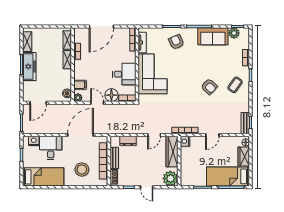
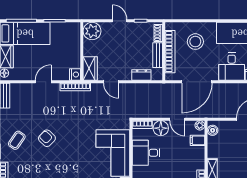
door: (154, 135) -> (111, 82), swing flipped
wardrobe: (172, 151) -> (90, 68), width x0.67

